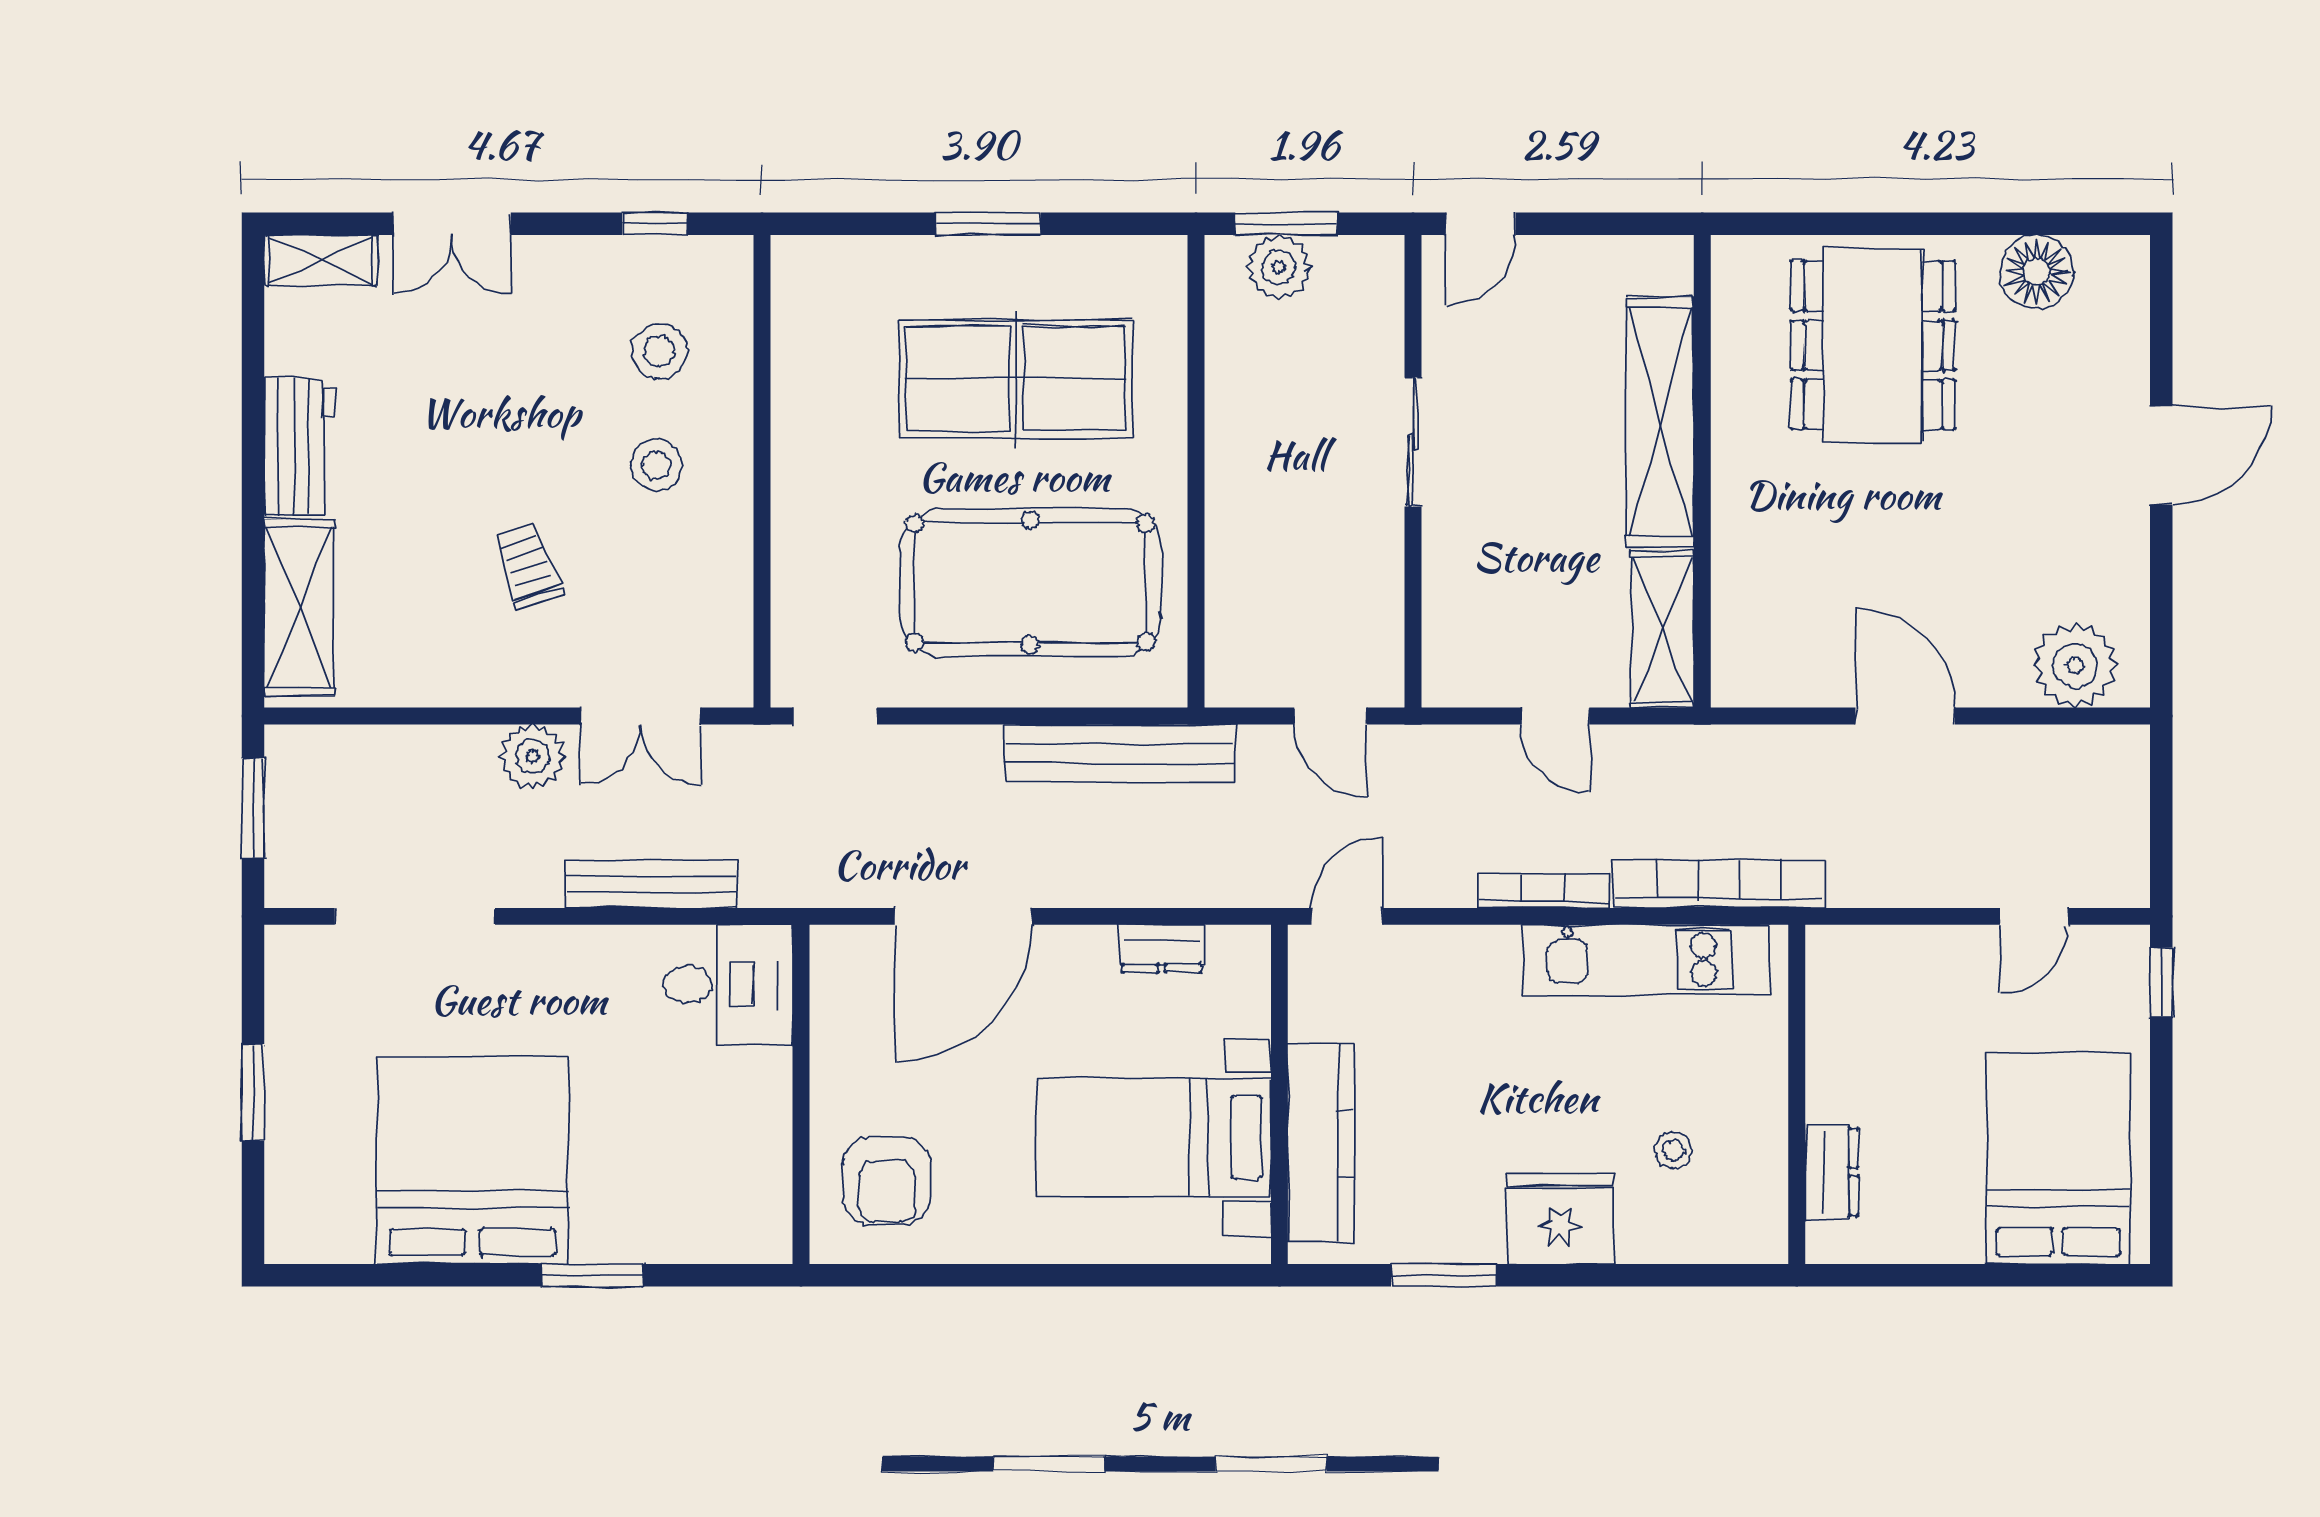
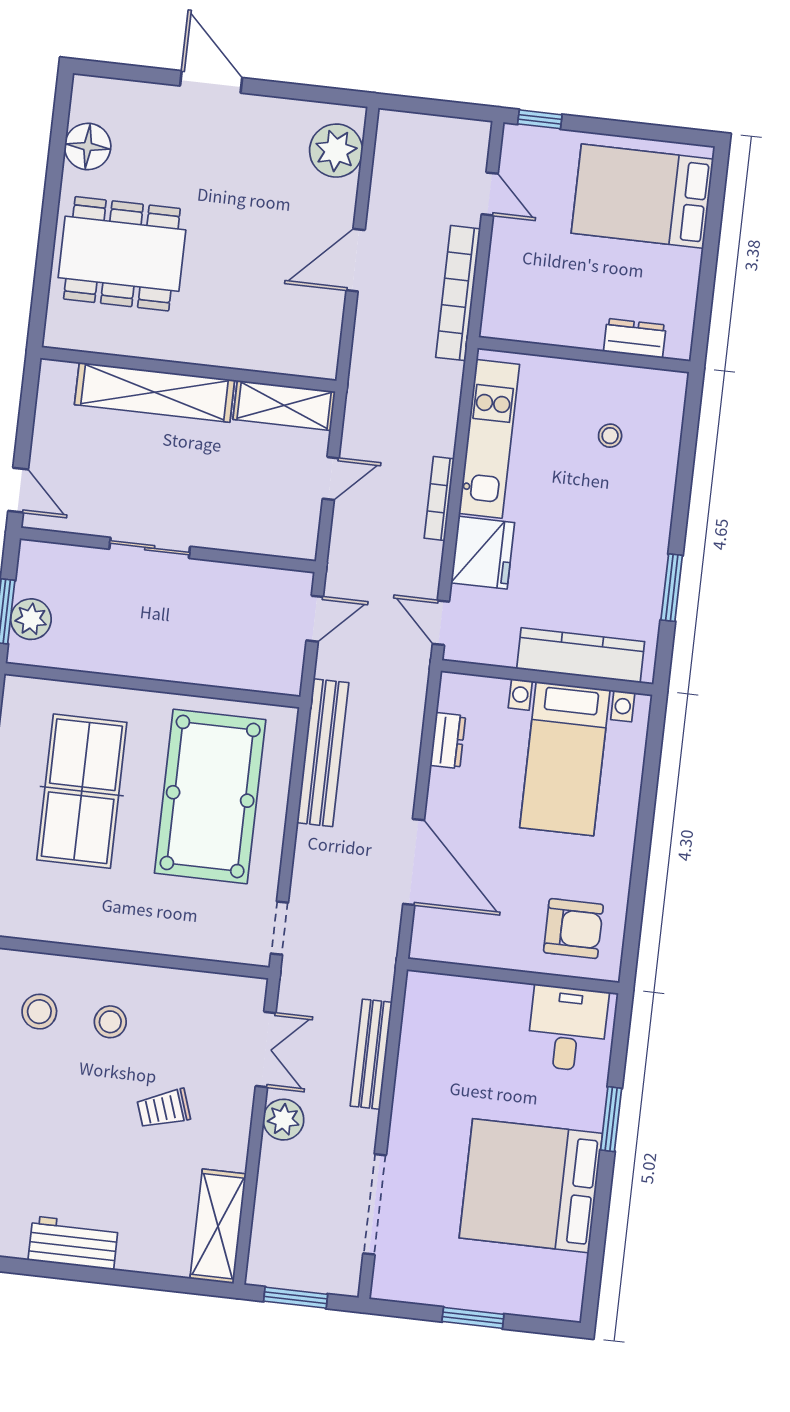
shelving: (299, 607) -> (218, 1226), moved, turned 90
bookcase: (1719, 884) -> (458, 293), moved
desk: (728, 985) -> (567, 1028), moved
fridge: (1560, 1219) -> (483, 553), moved, turned 180

